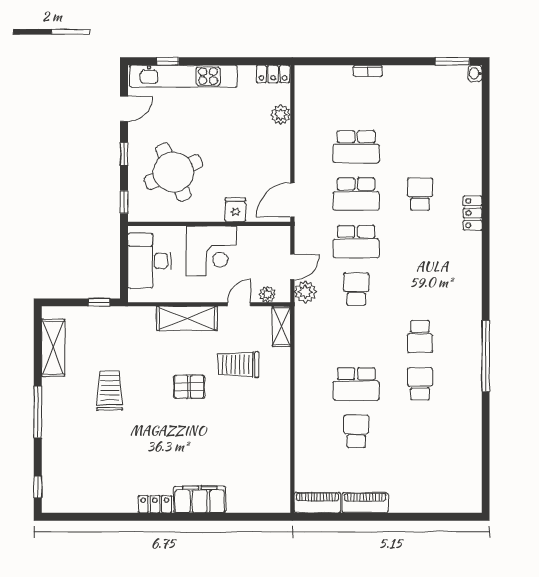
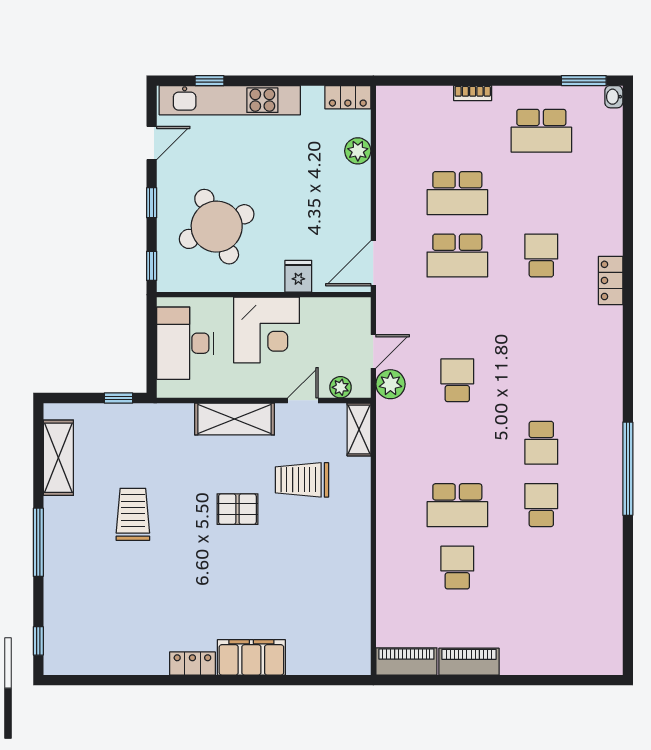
school desk: (356, 242) -> (541, 131), moved

